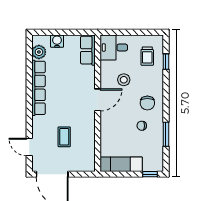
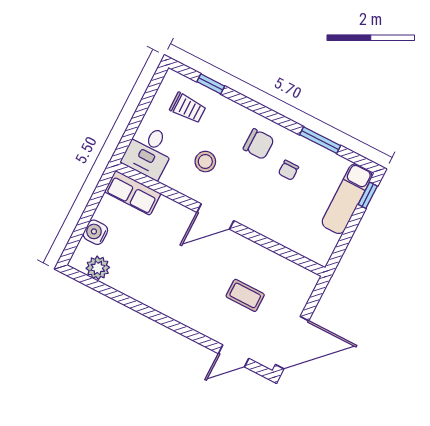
row of seats: (38, 88) -> (152, 296), removed
door: (98, 100) -> (215, 216), swing flipped
exam couch: (121, 164) -> (347, 199), moved

